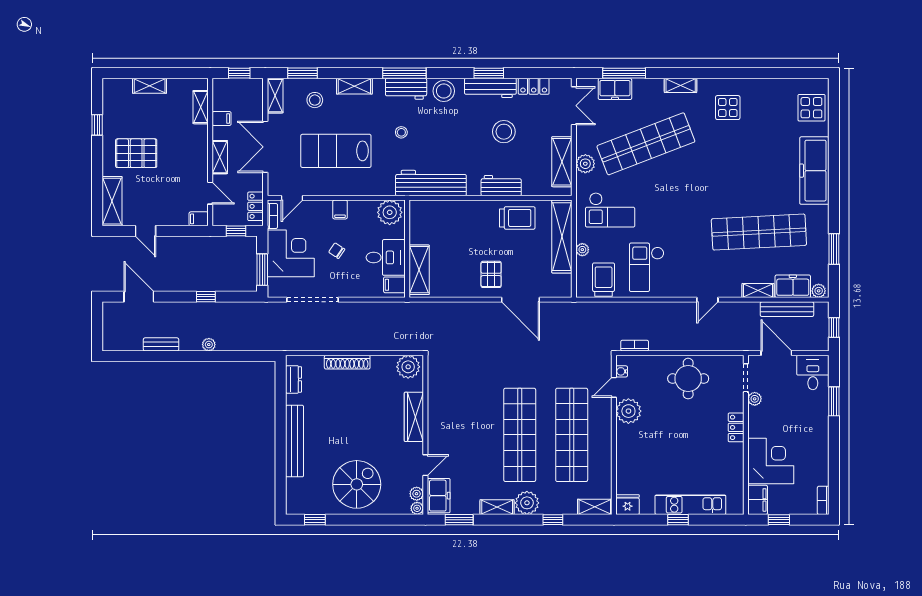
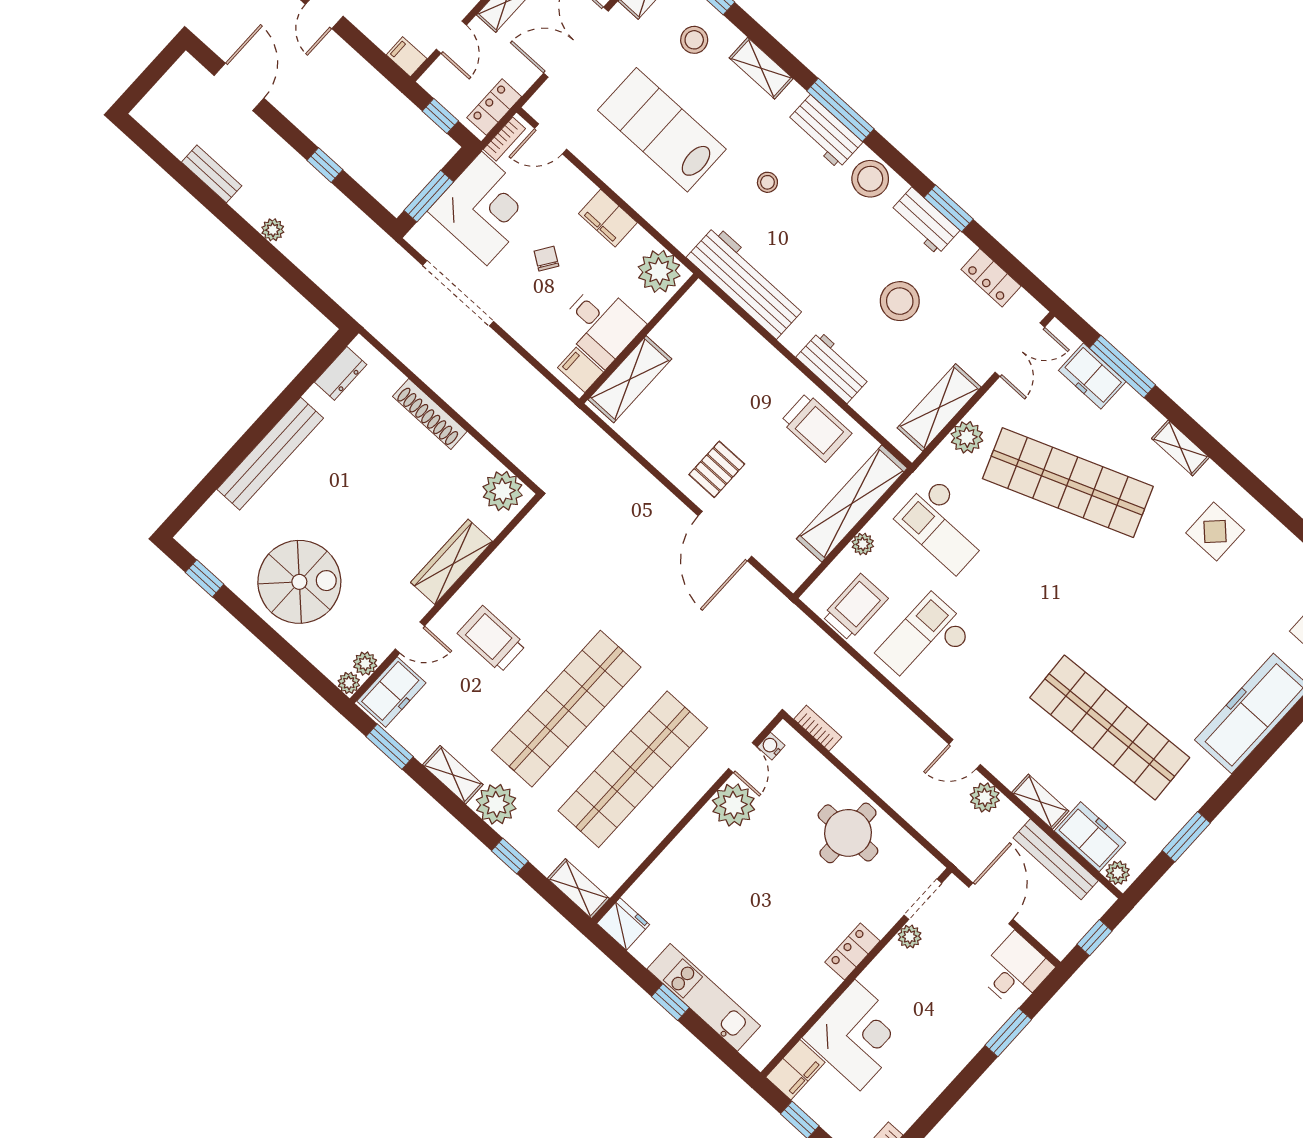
workbench: (490, 88) -> (925, 221), width x0.73
filing cabinet: (340, 210) -> (608, 218), width x2.00
plant: (733, 310) -> (985, 797), added
door: (614, 387) -> (743, 758), swing flipped
trolley: (461, 434) -> (492, 639), added

